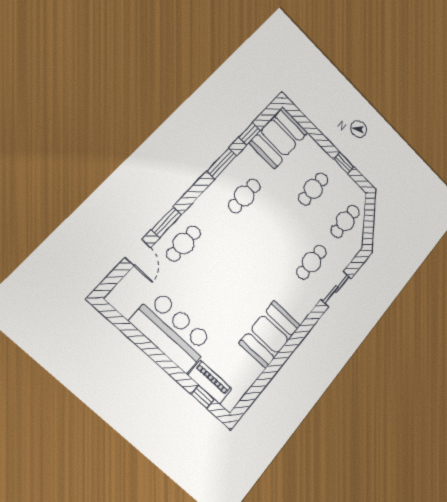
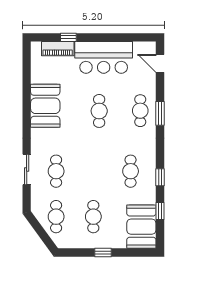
window: (222, 163) -> (160, 177), width x0.67
window: (344, 163) -> (103, 252), moved
door: (138, 253) -> (160, 63), moved
cafe table: (224, 281) -> (99, 111), added
window: (203, 397) -> (68, 37), moved

